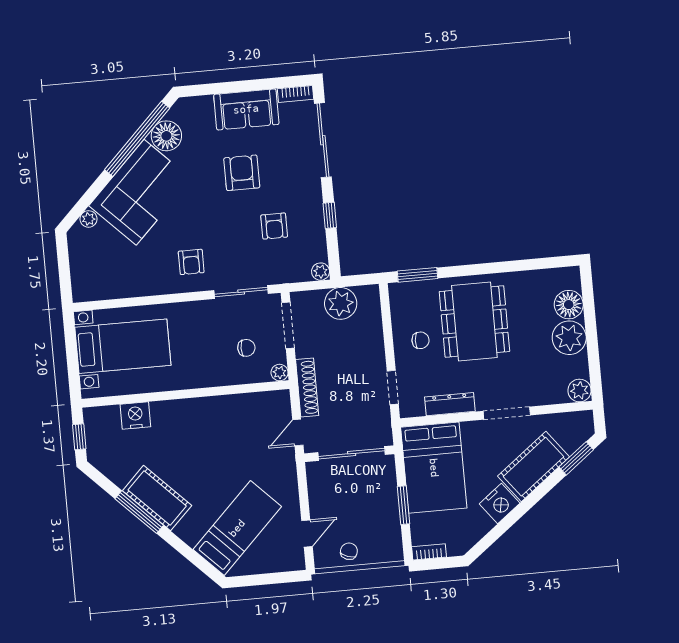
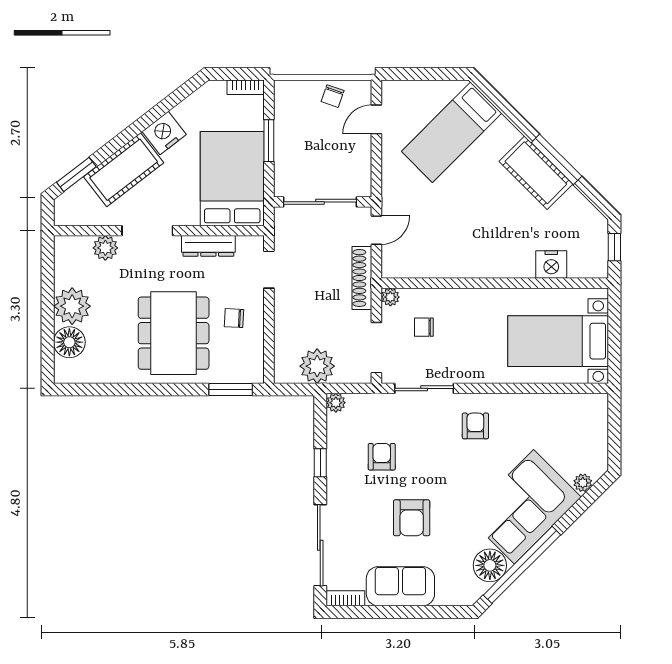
plant: (579, 391) -> (105, 248), moved

